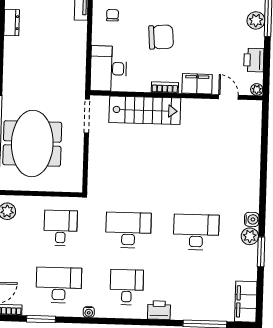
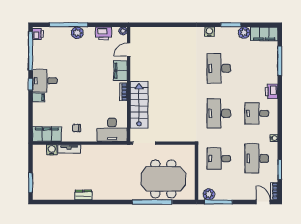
chair: (161, 37) -> (90, 96), removed
plant: (250, 236) -> (244, 33), moved

